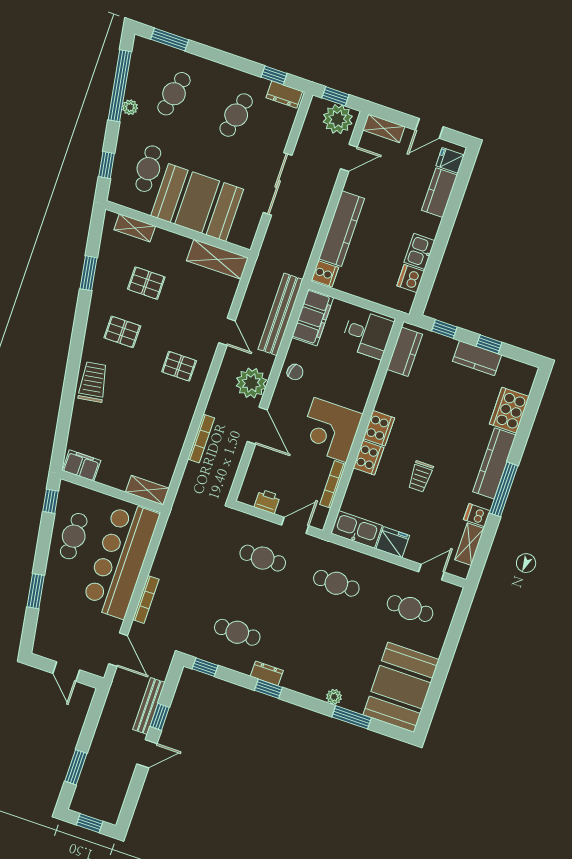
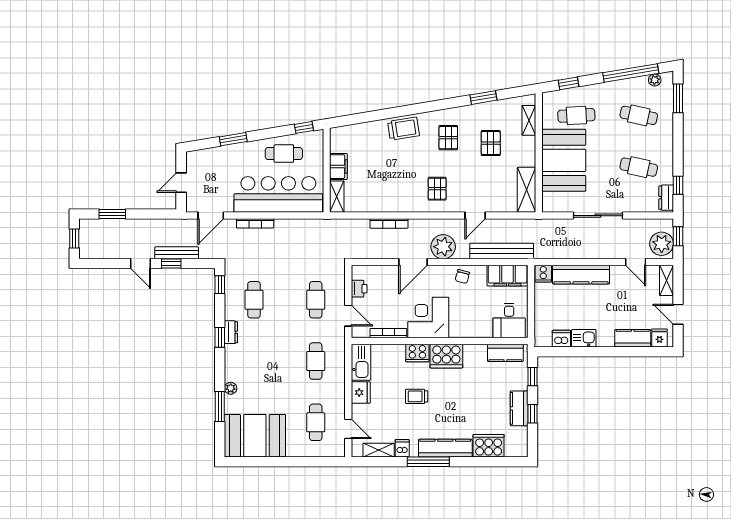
plant: (130, 107) -> (655, 80), moved
cooker: (379, 428) -> (446, 356), width x1.37, depth x1.31
filing cabinet: (82, 466) -> (338, 167), moved

